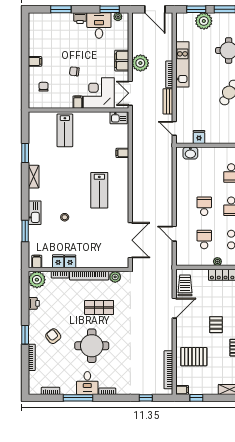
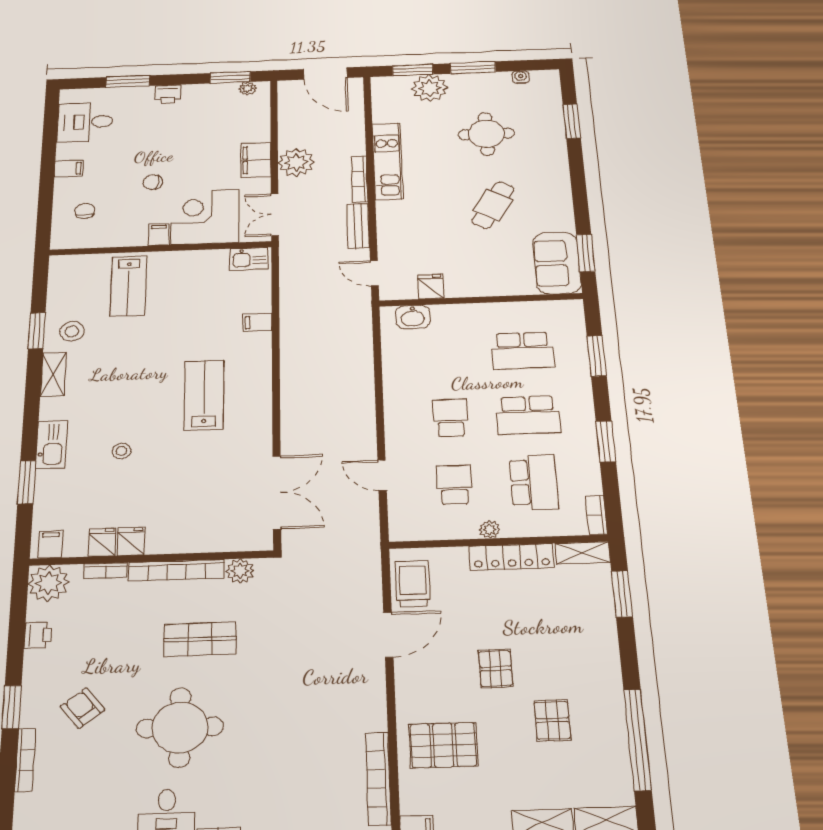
desk: (99, 25) -> (85, 122), moved, turned -90
stool: (41, 154) -> (72, 331), added
lab bench: (99, 190) -> (204, 395), turned 180

